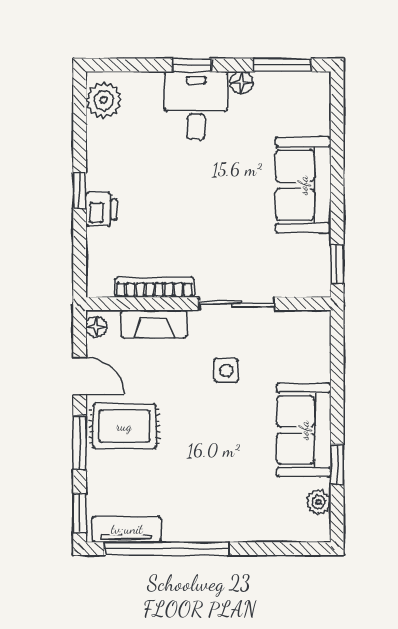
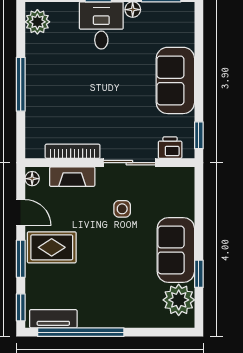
window: (80, 191) -> (21, 84), width x2.17
printer: (101, 209) -> (170, 148), moved, turned -90
plant: (319, 502) -> (179, 300), width x1.87, depth x1.87

